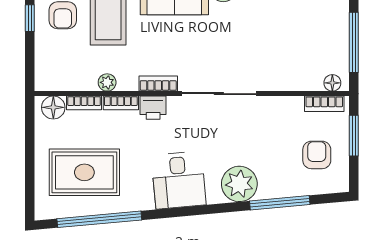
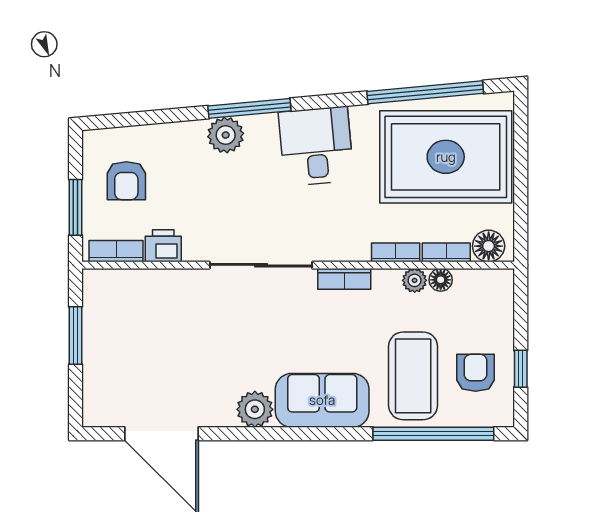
window: (354, 42) -> (76, 336), width x0.69
floor lamp: (332, 83) -> (441, 280), moved
printer: (153, 108) -> (163, 246), moved
rug: (84, 172) -> (446, 157), width x1.37, depth x1.44
plant: (239, 184) -> (226, 135), width x0.73, depth x0.73
window: (280, 203) -> (249, 108), moved

